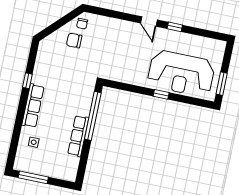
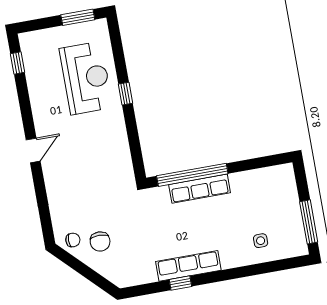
window: (175, 27) -> (17, 63), moved
reception desk: (181, 73) -> (86, 78), width x0.74, depth x0.77
row of seats: (33, 106) -> (188, 266), moved
row of seats: (78, 136) -> (200, 189), moved

